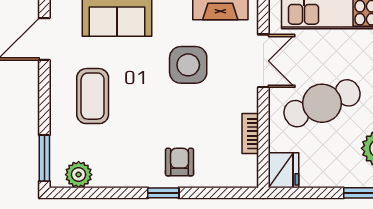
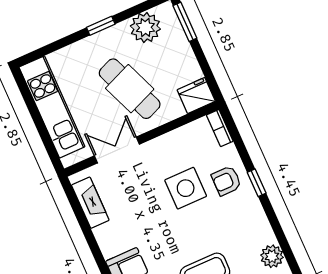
side table: (188, 65) -> (186, 188), moved
bookcase: (250, 134) -> (220, 128), moved, turned 90

